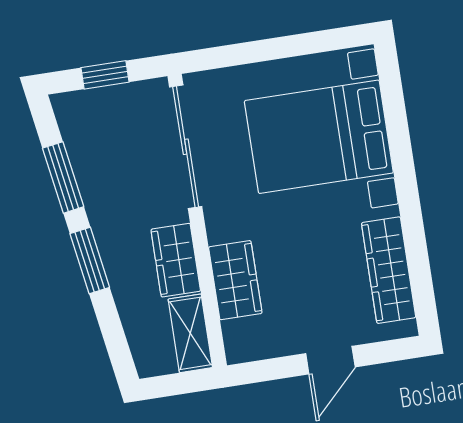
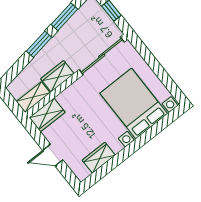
wardrobe: (389, 270) -> (99, 158), width x0.67
wardrobe: (235, 280) -> (47, 115), moved

